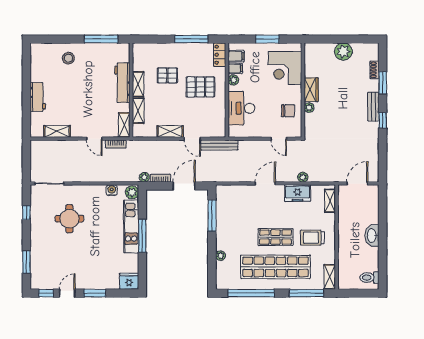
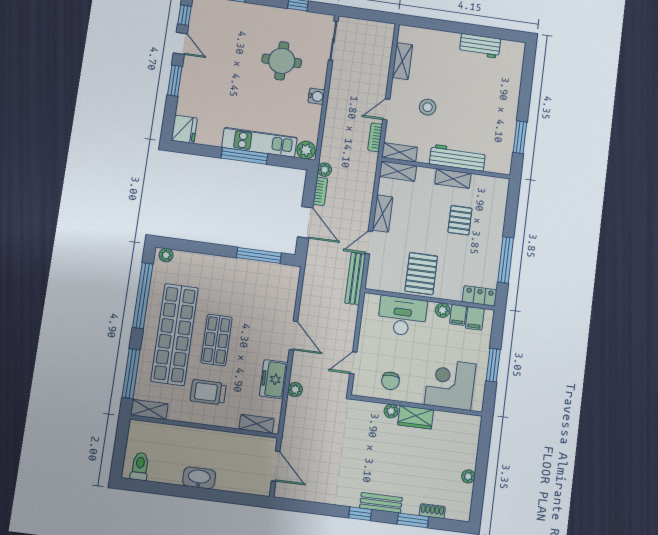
window: (101, 39) -> (520, 137), width x0.69
plant: (343, 52) -> (468, 476), width x0.53, depth x0.53
stool: (68, 58) -> (428, 107), moved
pallet: (200, 87) -> (421, 274), moved
workbench: (38, 97) -> (480, 46), moved
shelving: (138, 111) -> (398, 171), moved
water cooler: (112, 190) -> (316, 96), moved
trolley: (312, 238) -> (208, 392), turned -90
plant: (221, 256) -> (166, 255), moved

